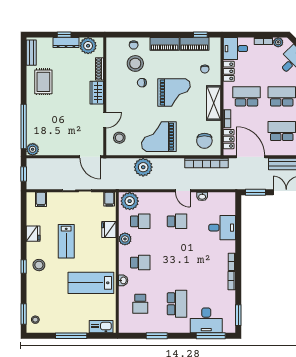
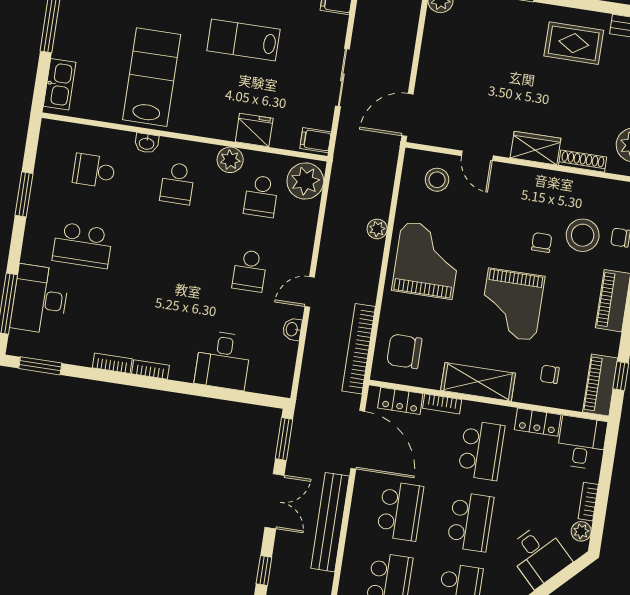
piano: (194, 44) -> (600, 385), moved
door: (251, 157) -> (358, 440), hinge flipped
plant: (143, 167) -> (377, 229), width x0.53, depth x0.53

